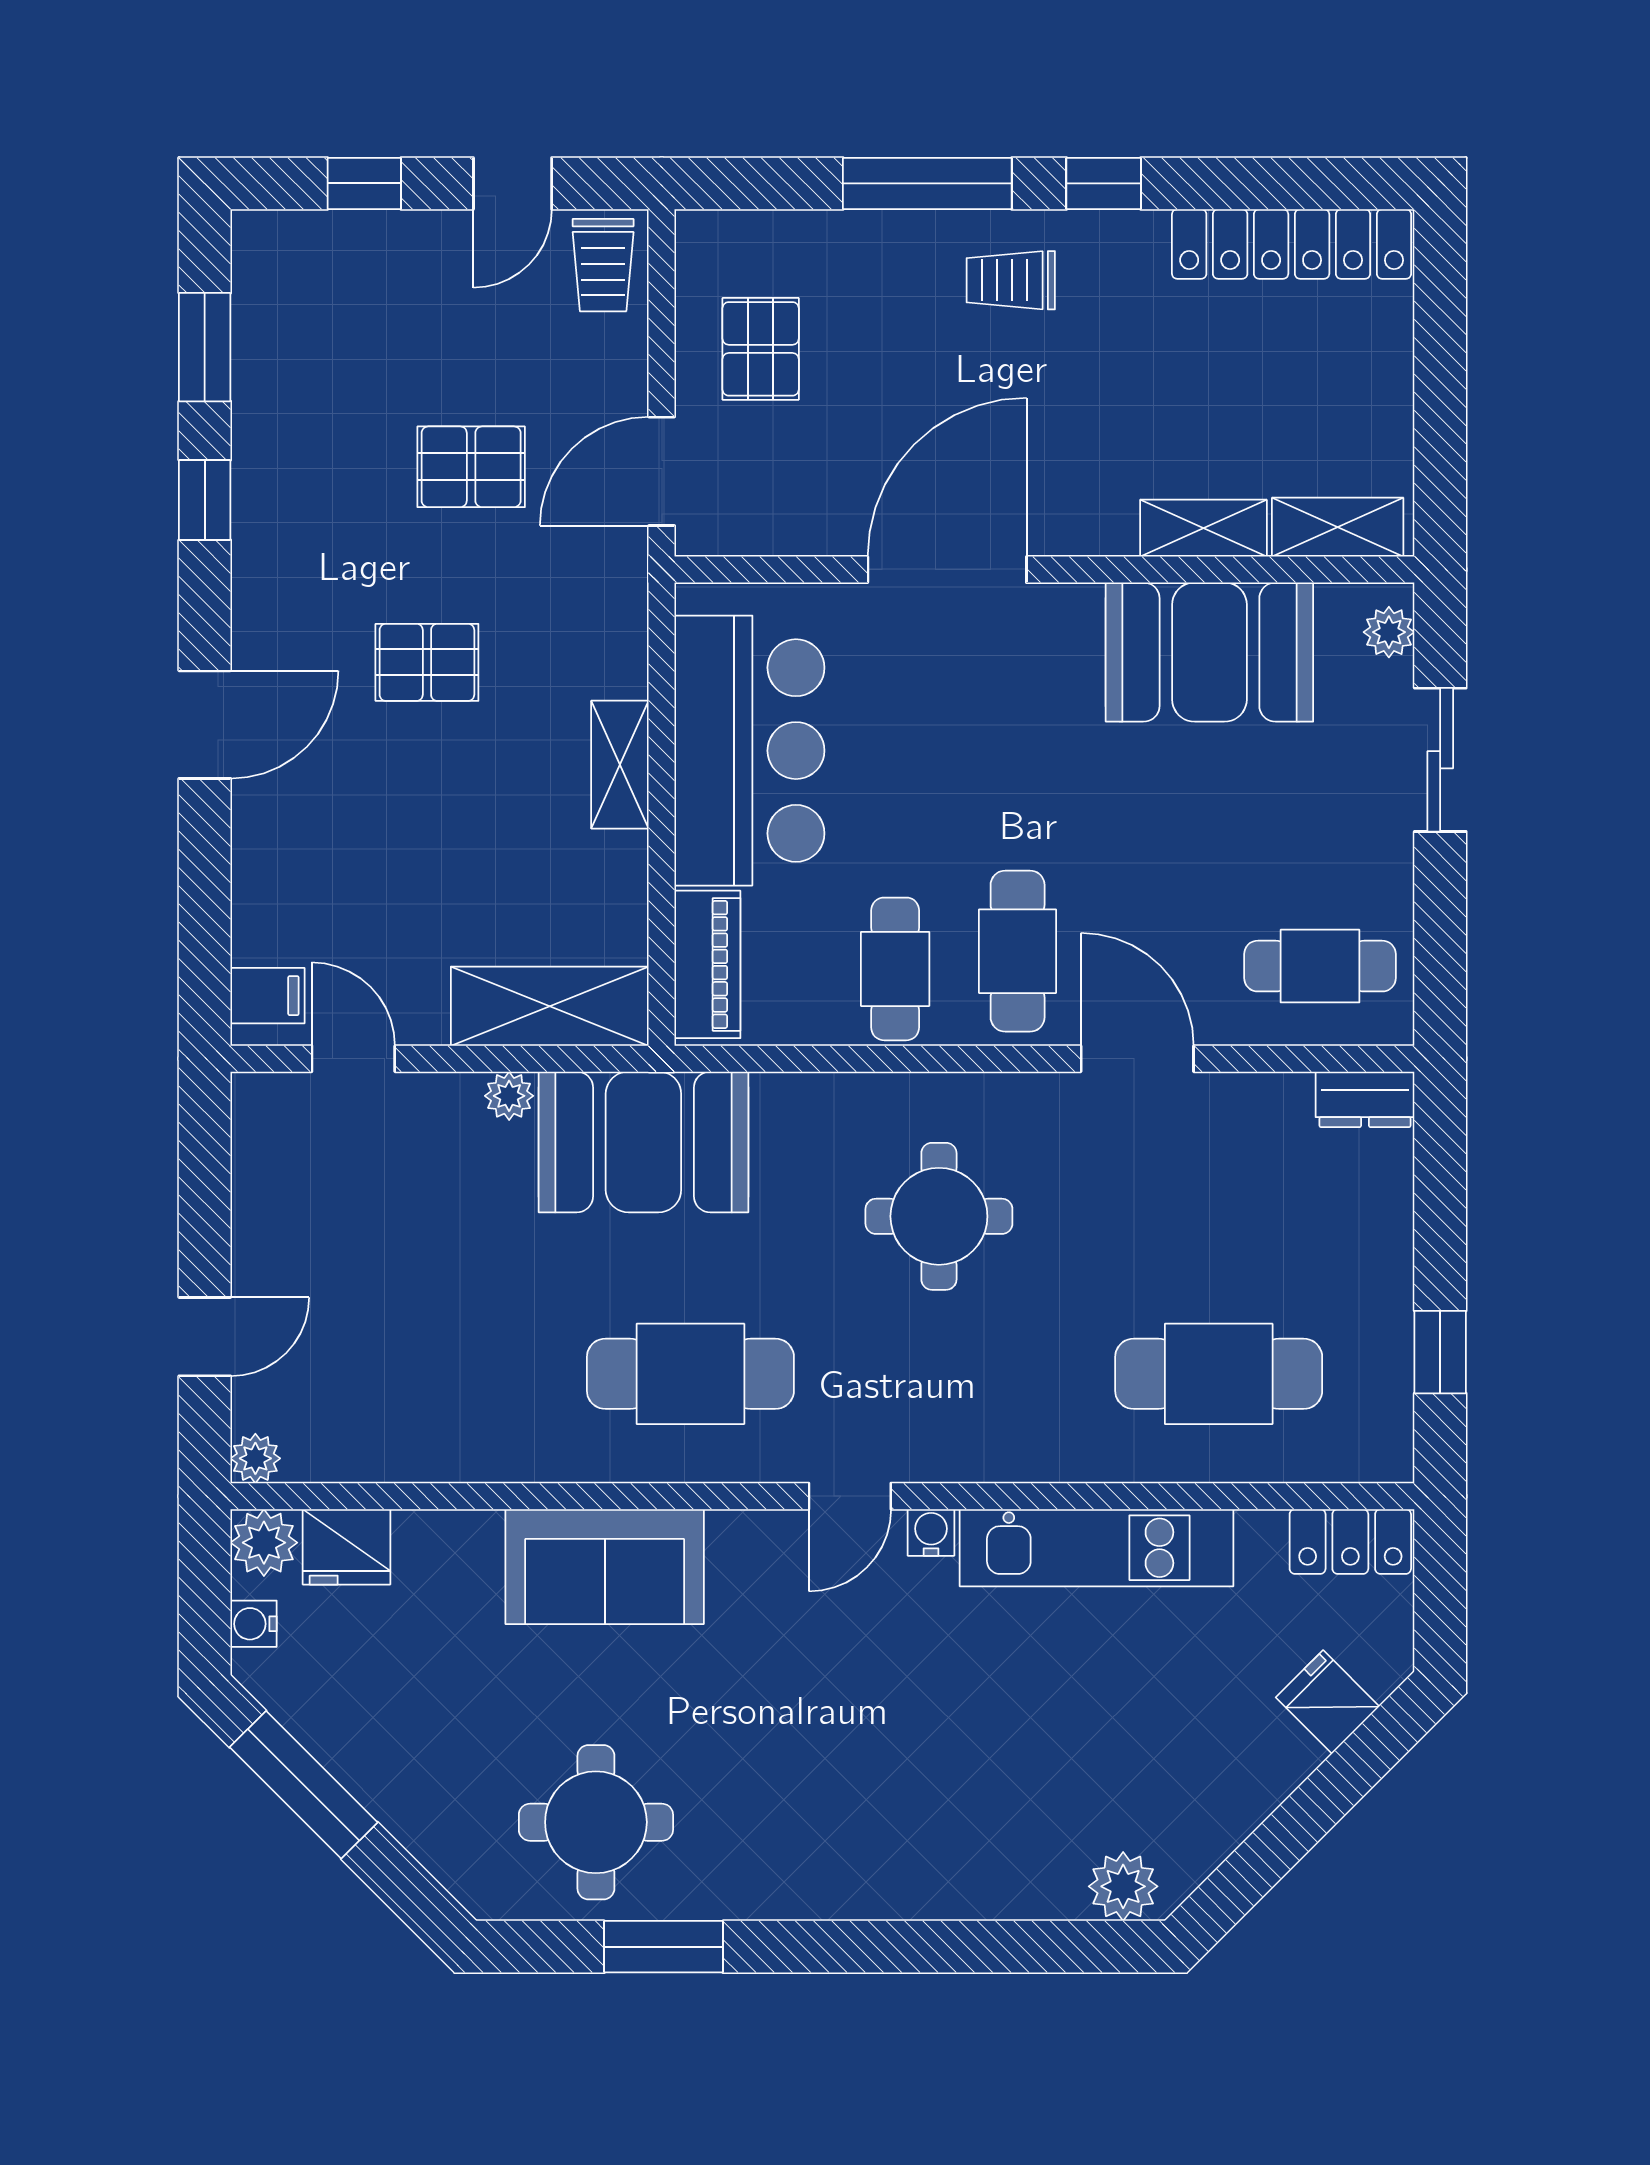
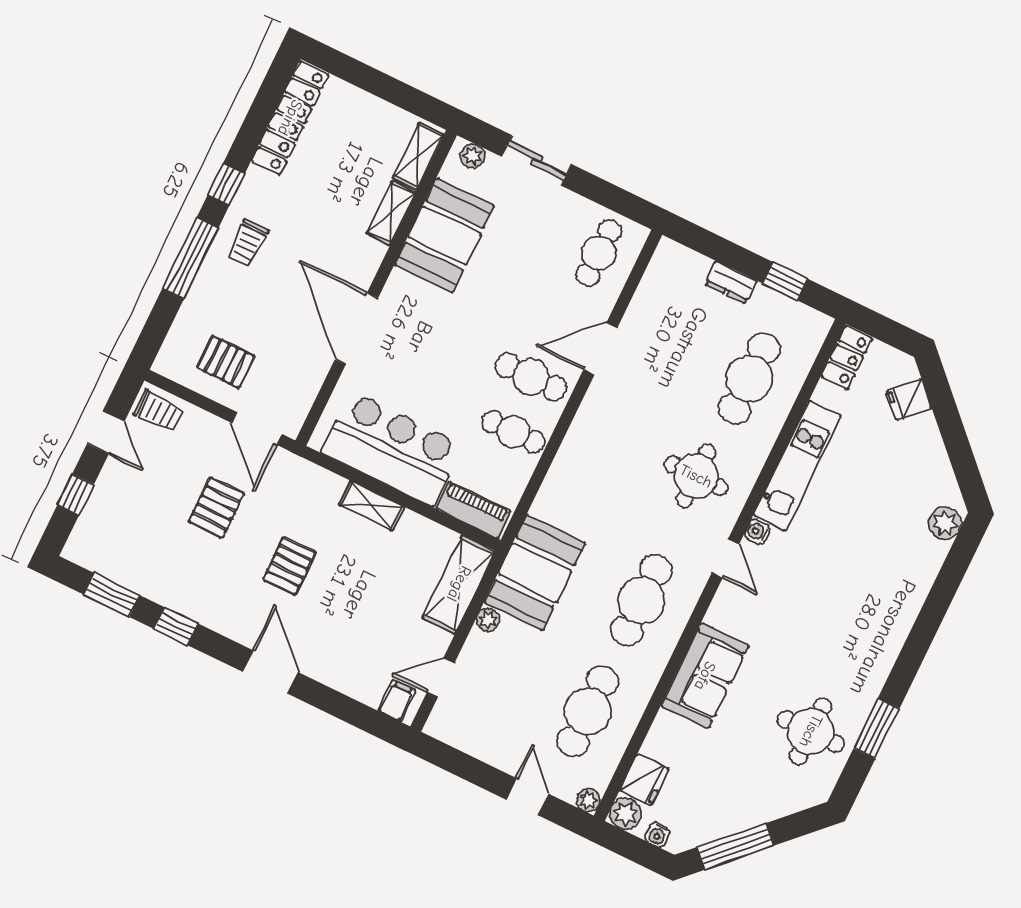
dresser: (1365, 1099) -> (731, 282), moved, turned 90
round table: (939, 1216) -> (696, 476), moved
cafe table: (426, 1374) -> (588, 711), added

